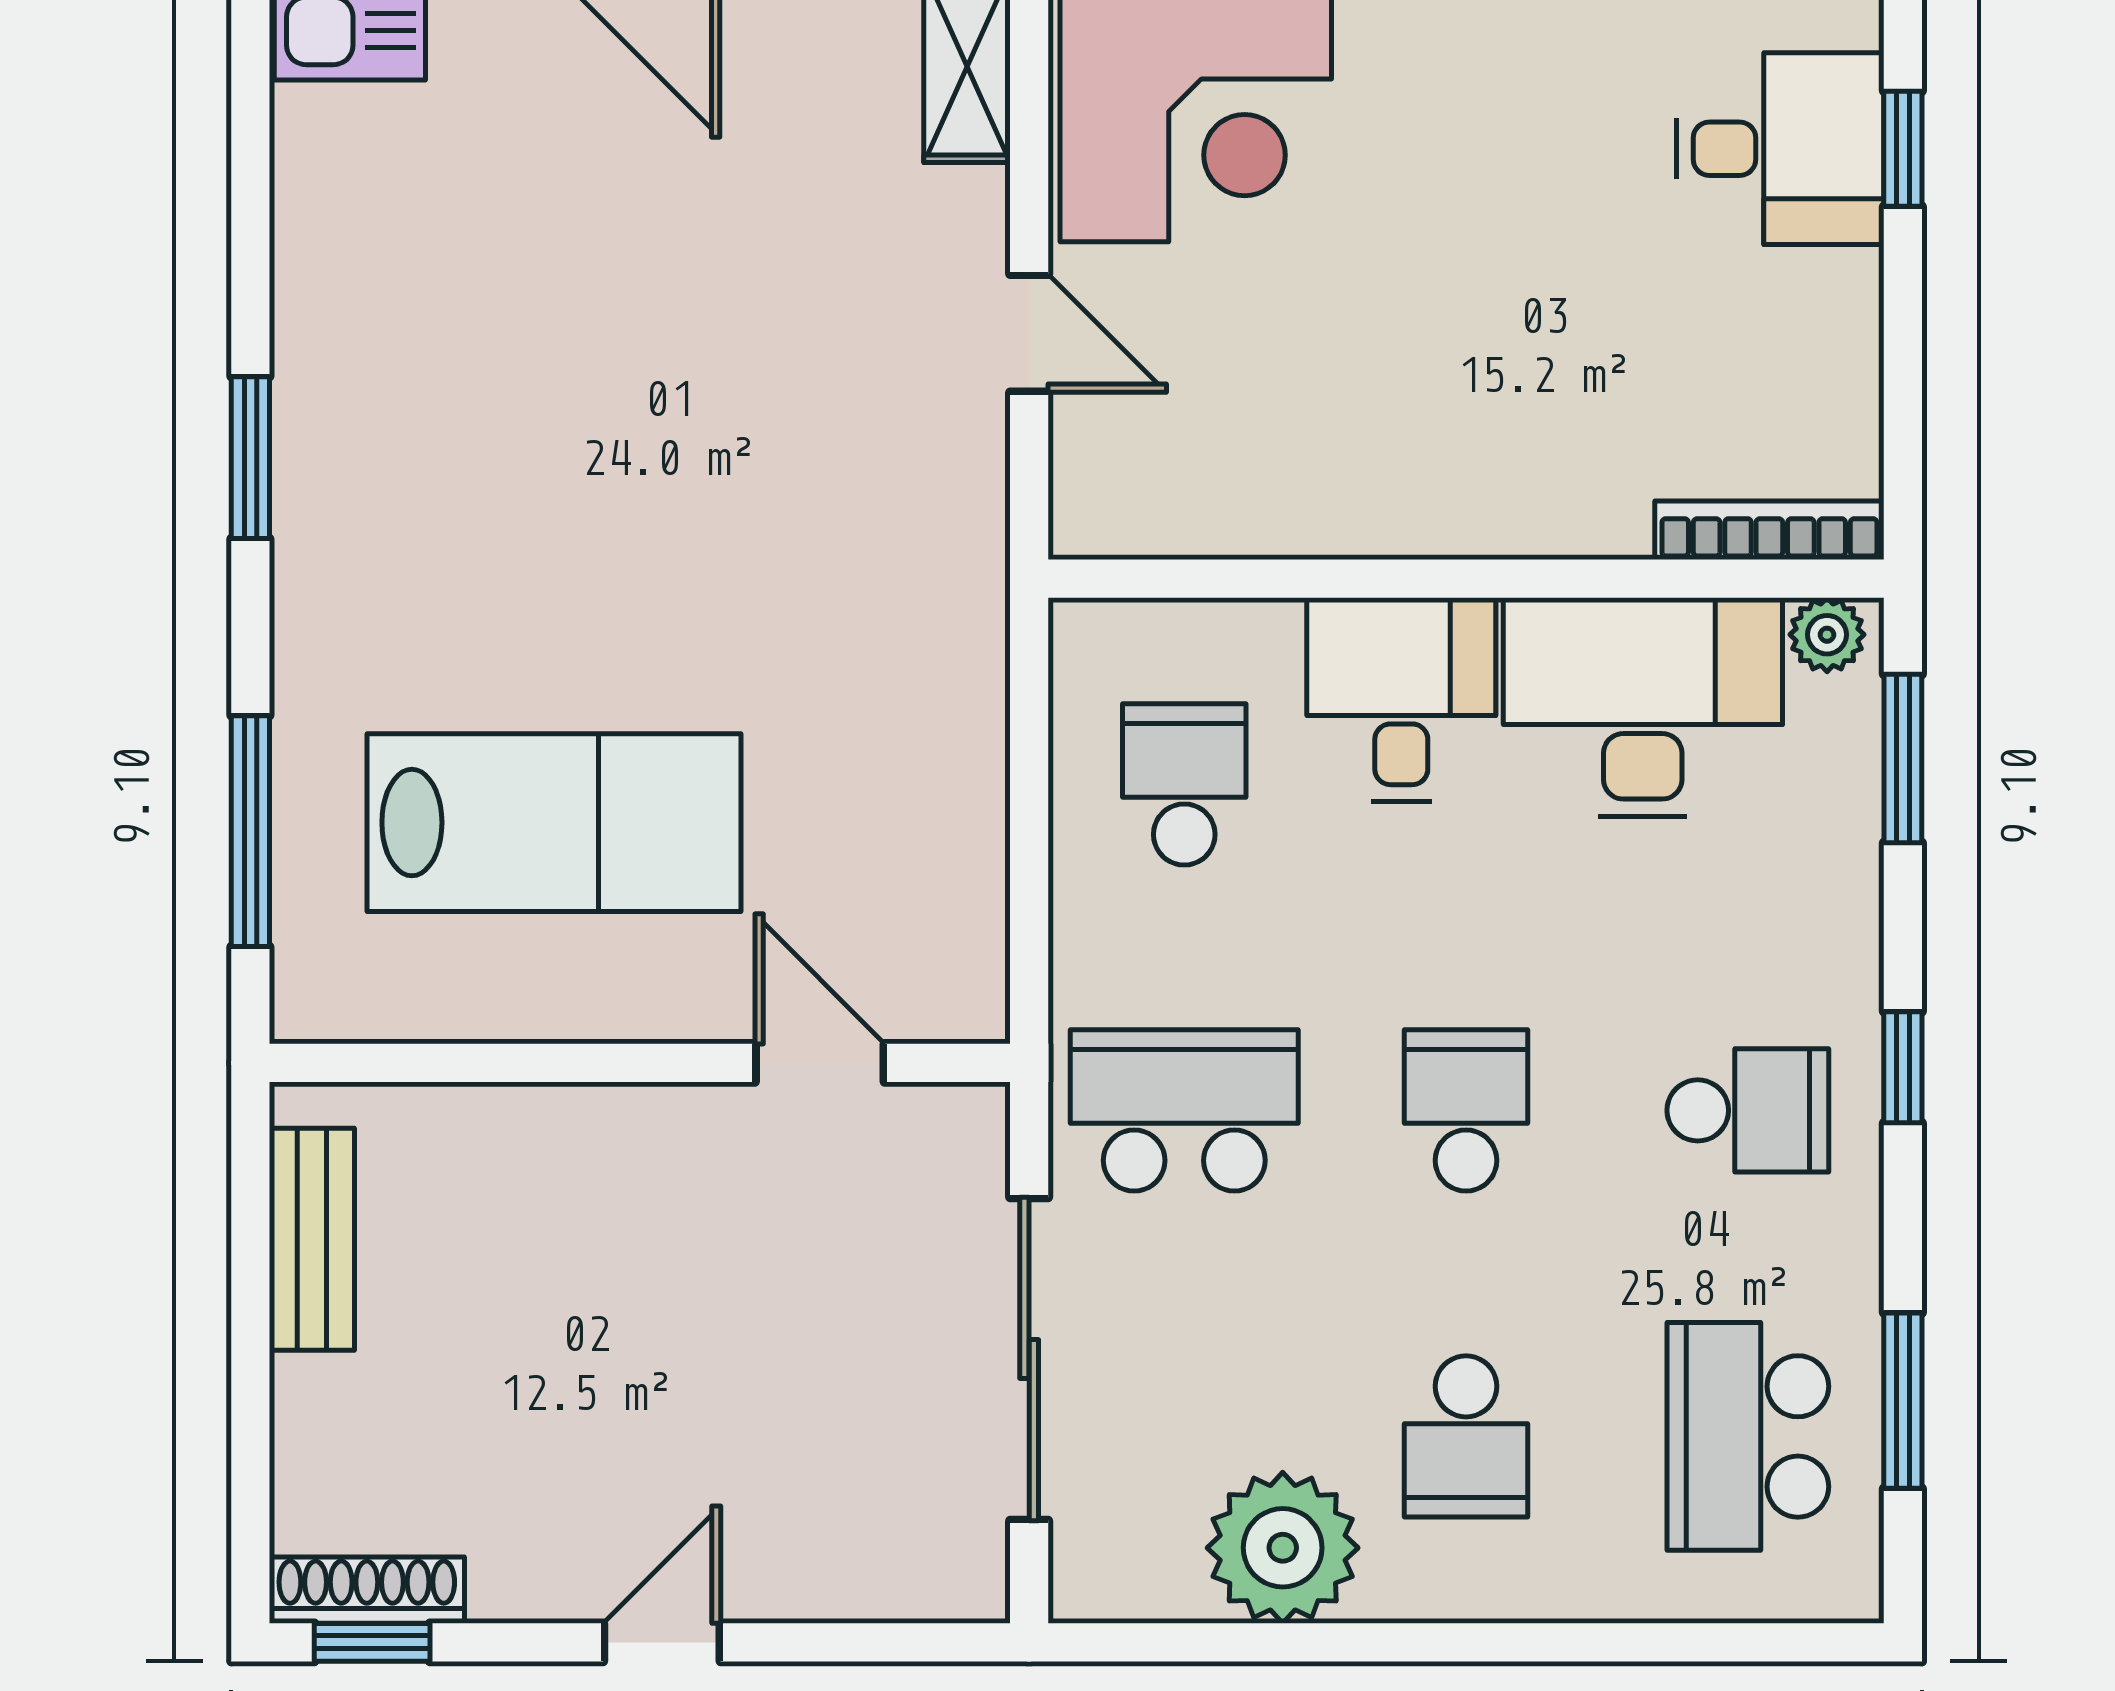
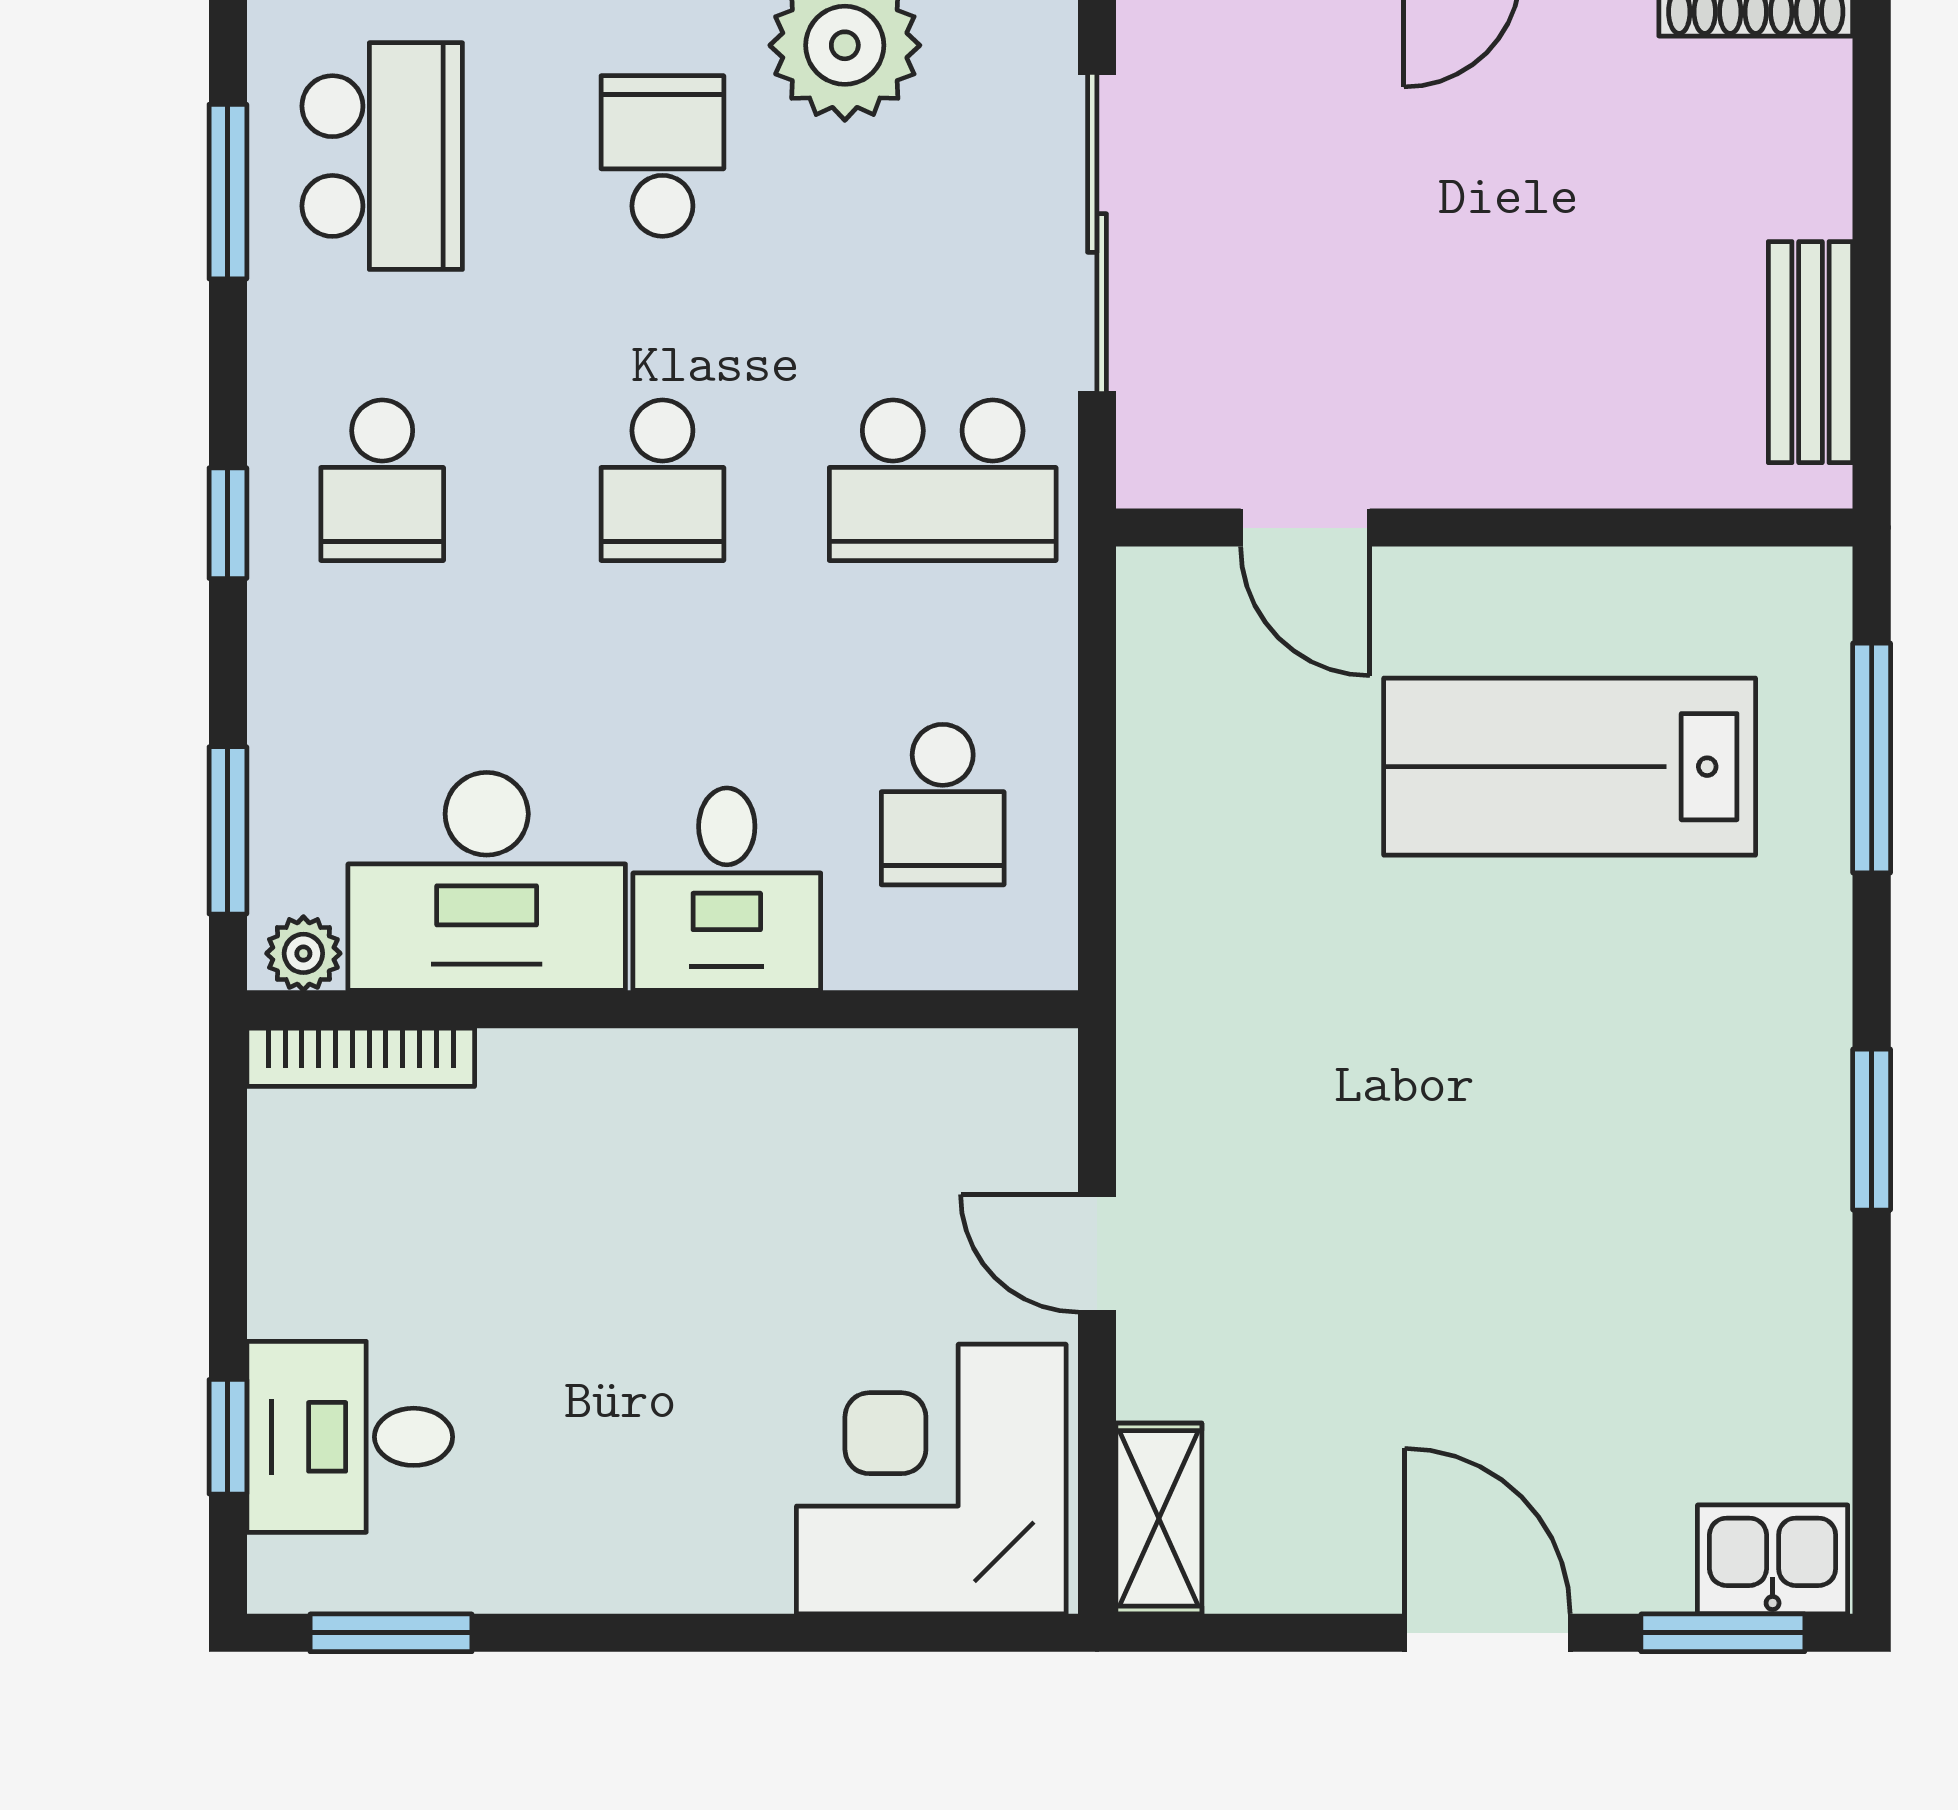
school desk: (1748, 1110) -> (382, 480), turned -90

